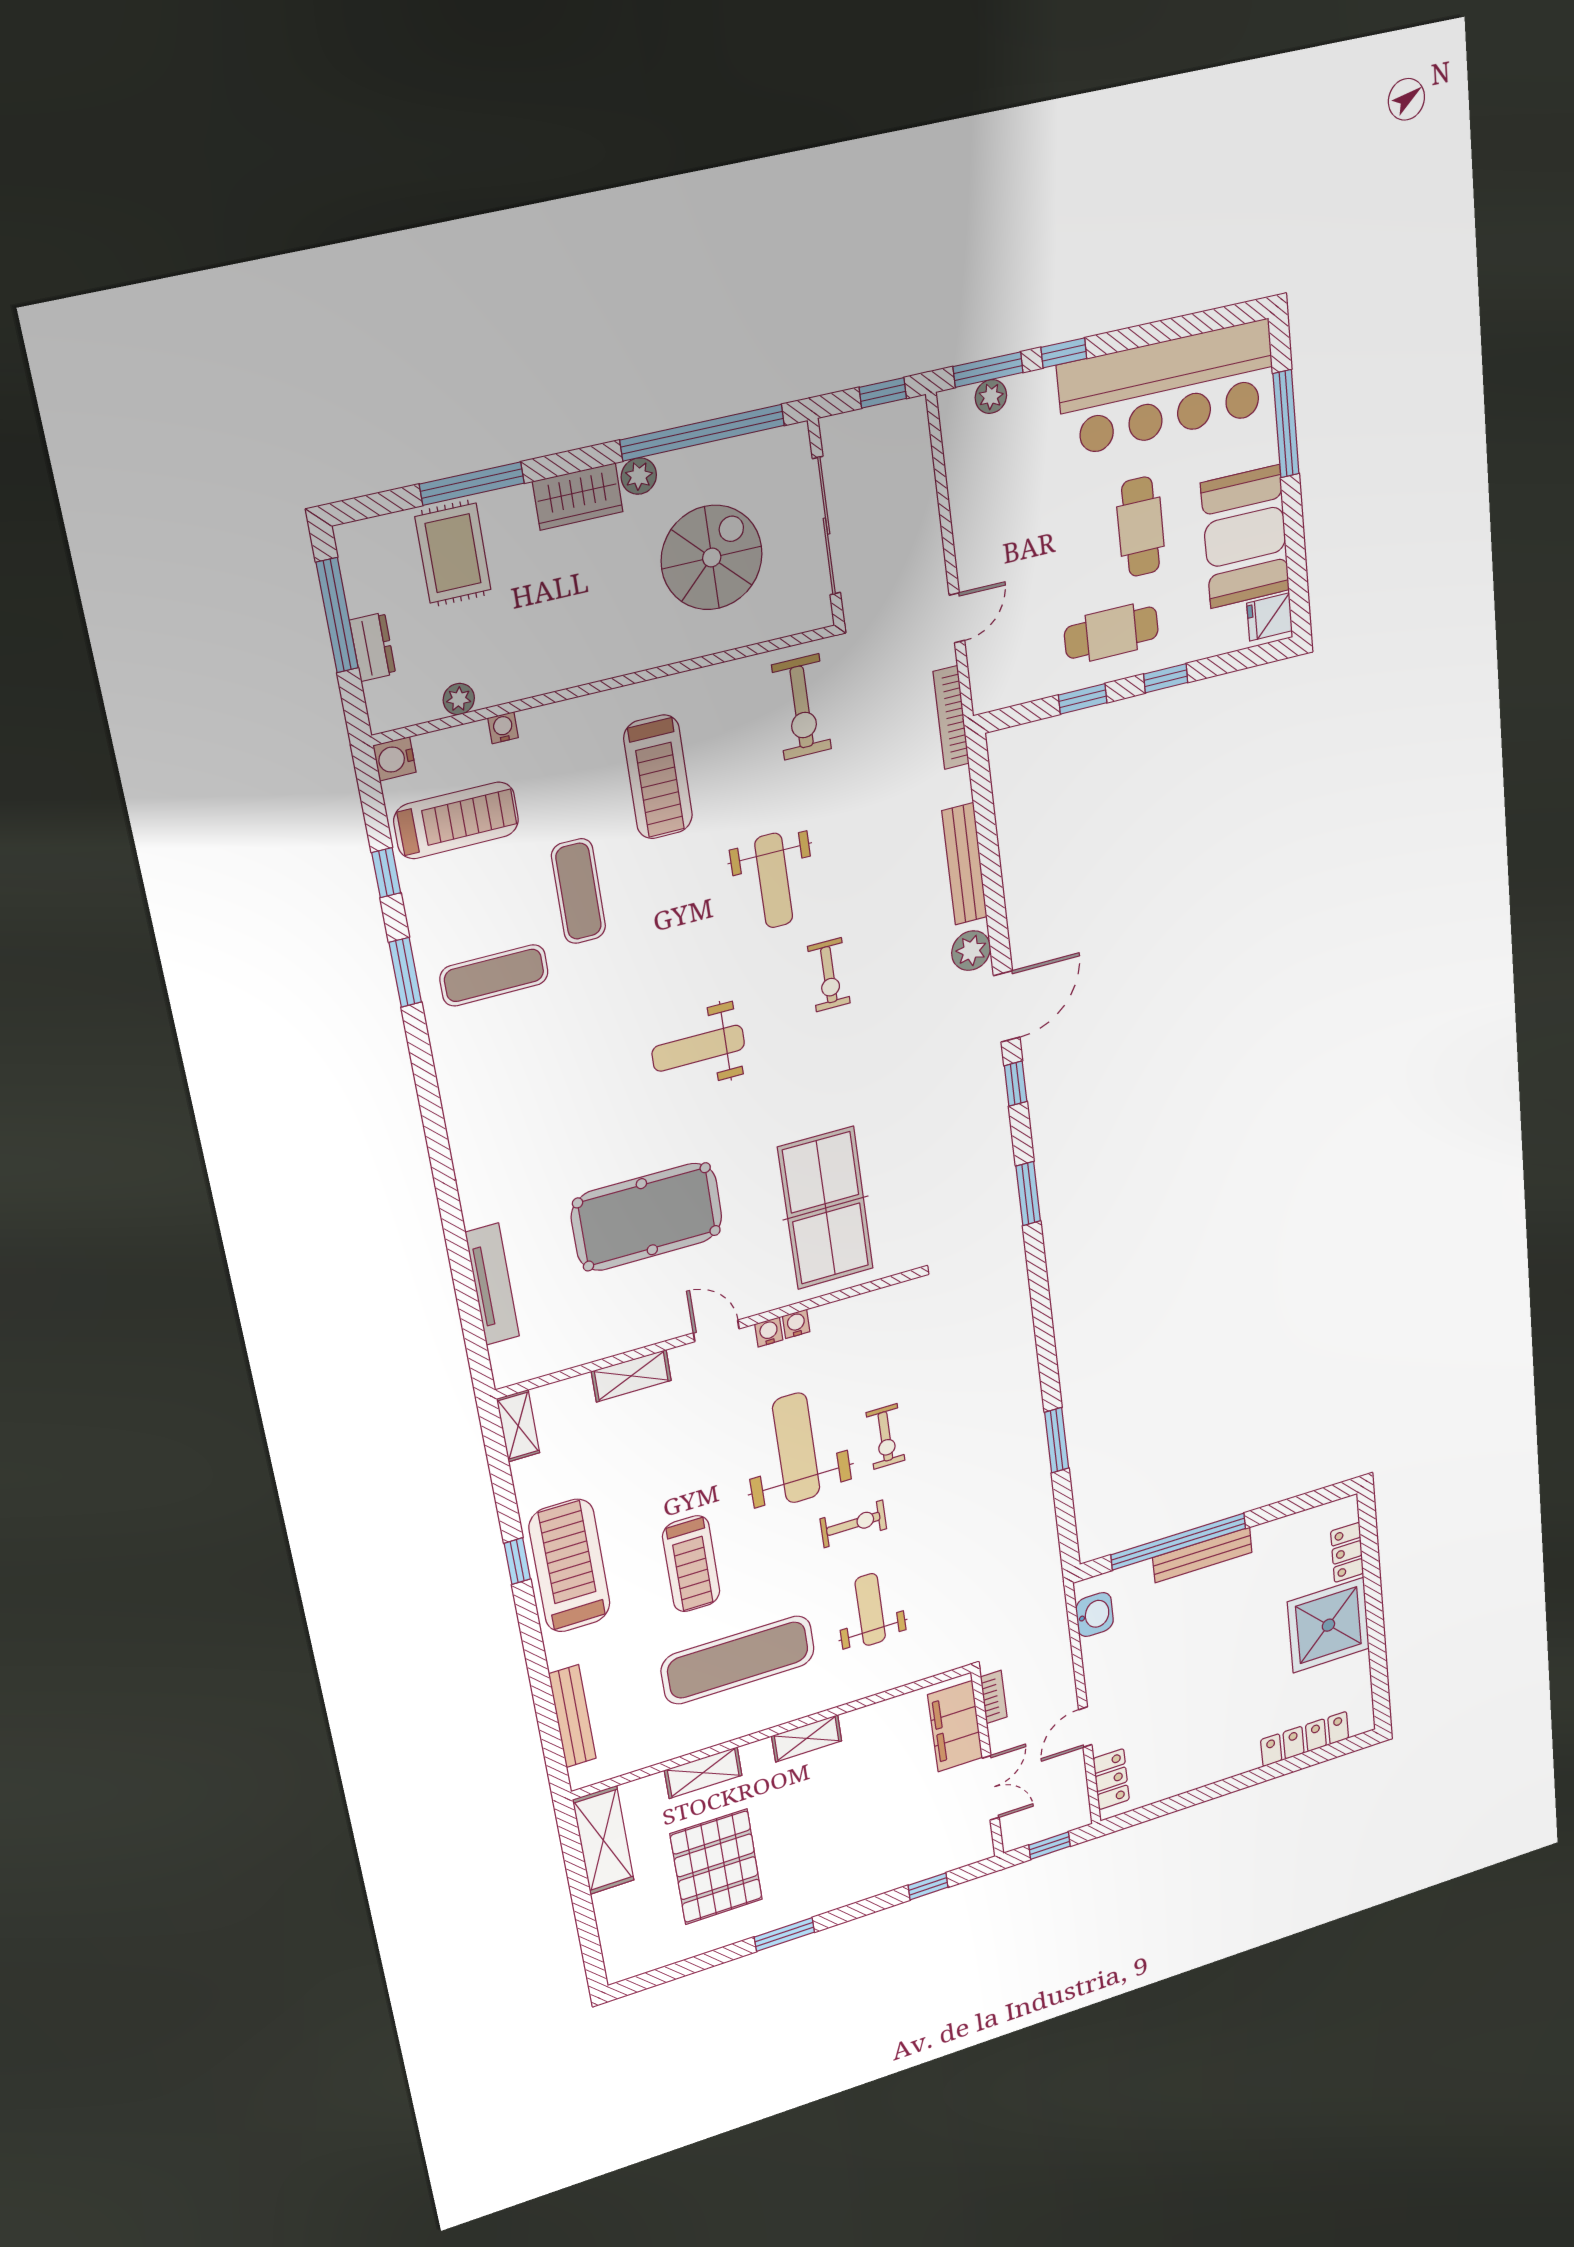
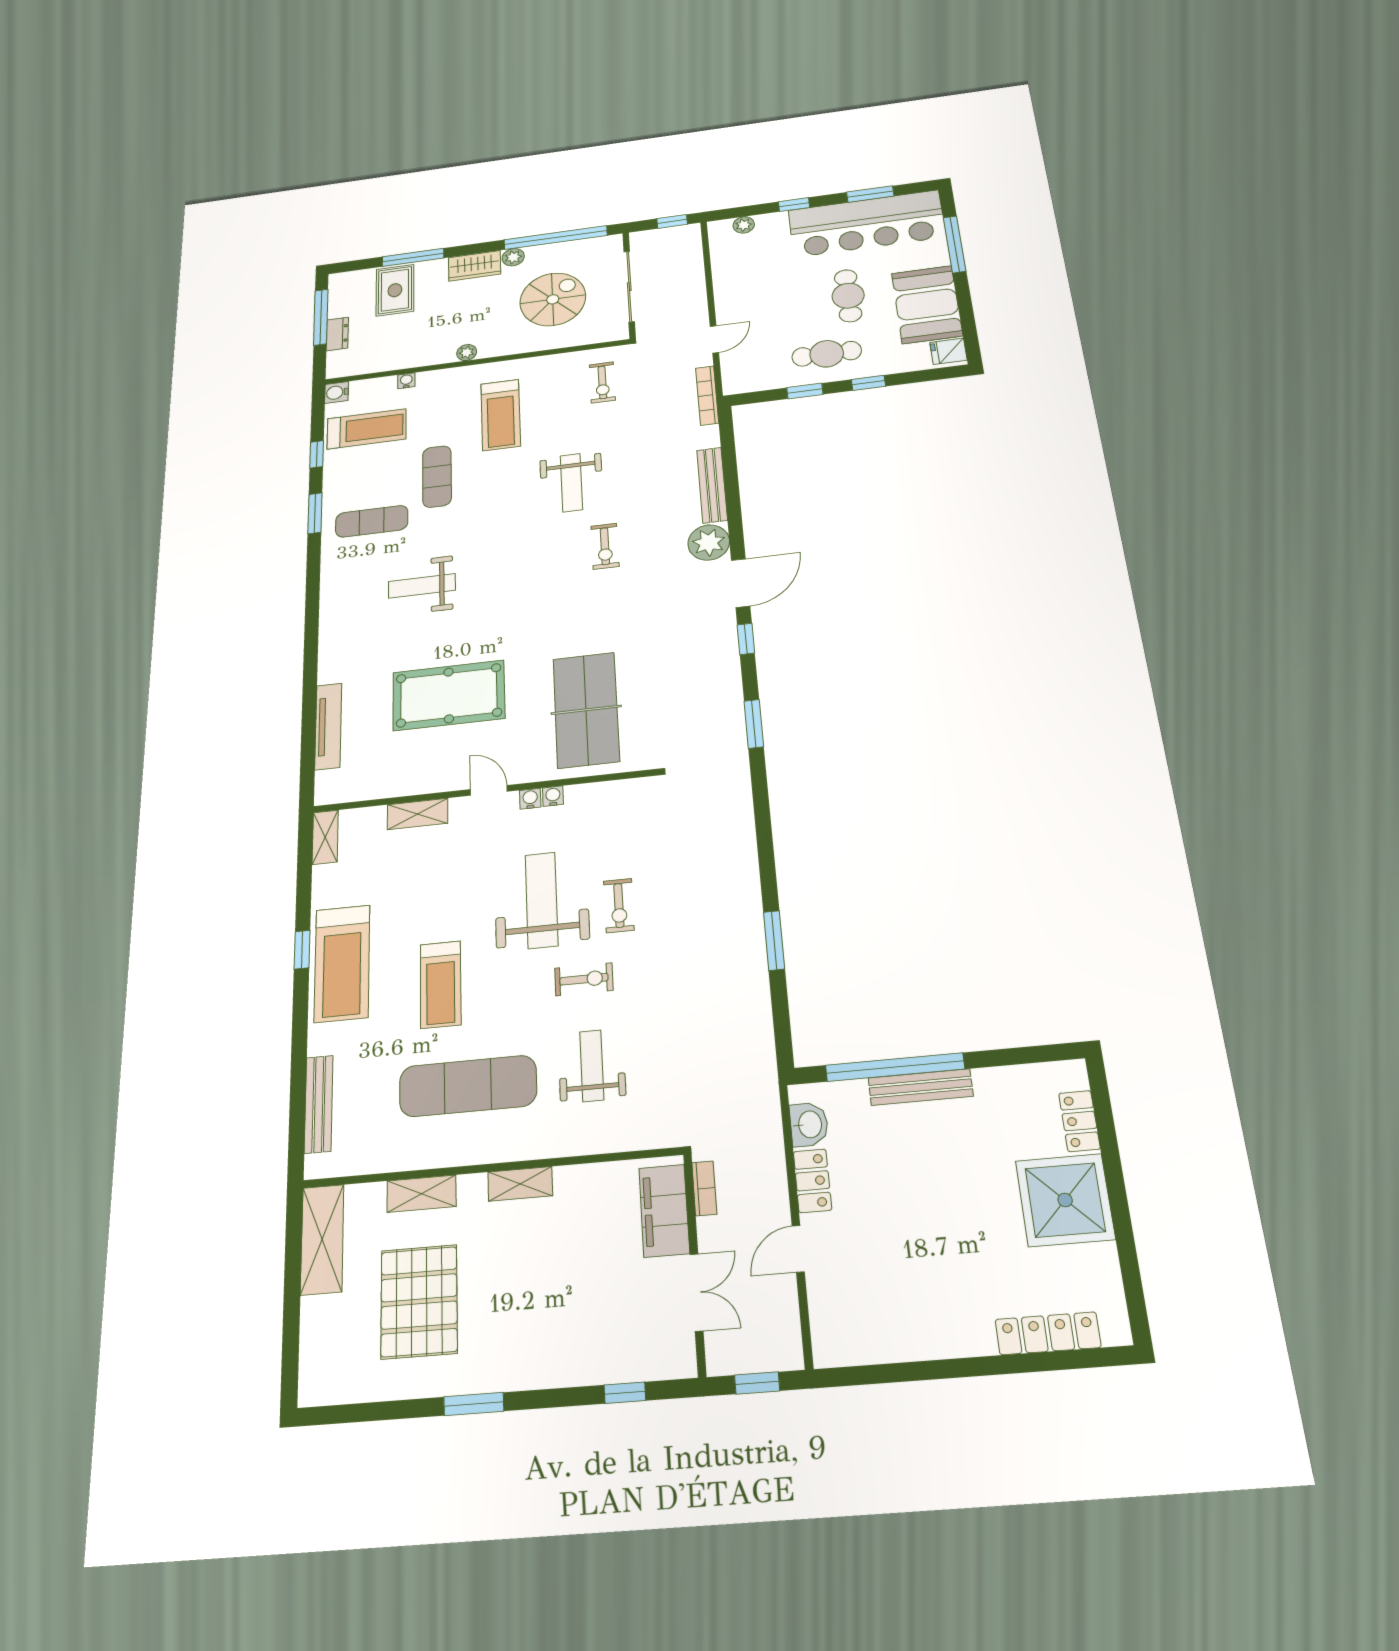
window: (988, 370) -> (870, 194), moved
plant: (459, 699) -> (467, 353), moved
exercise bike: (802, 707) -> (602, 382), width x0.73, depth x0.72
plant: (971, 951) -> (709, 543), width x1.36, depth x1.36
weight bench: (698, 1048) -> (422, 586), moved
treadmill: (570, 1566) -> (342, 963), turned 180
locker: (1111, 1779) -> (812, 1181), moved

